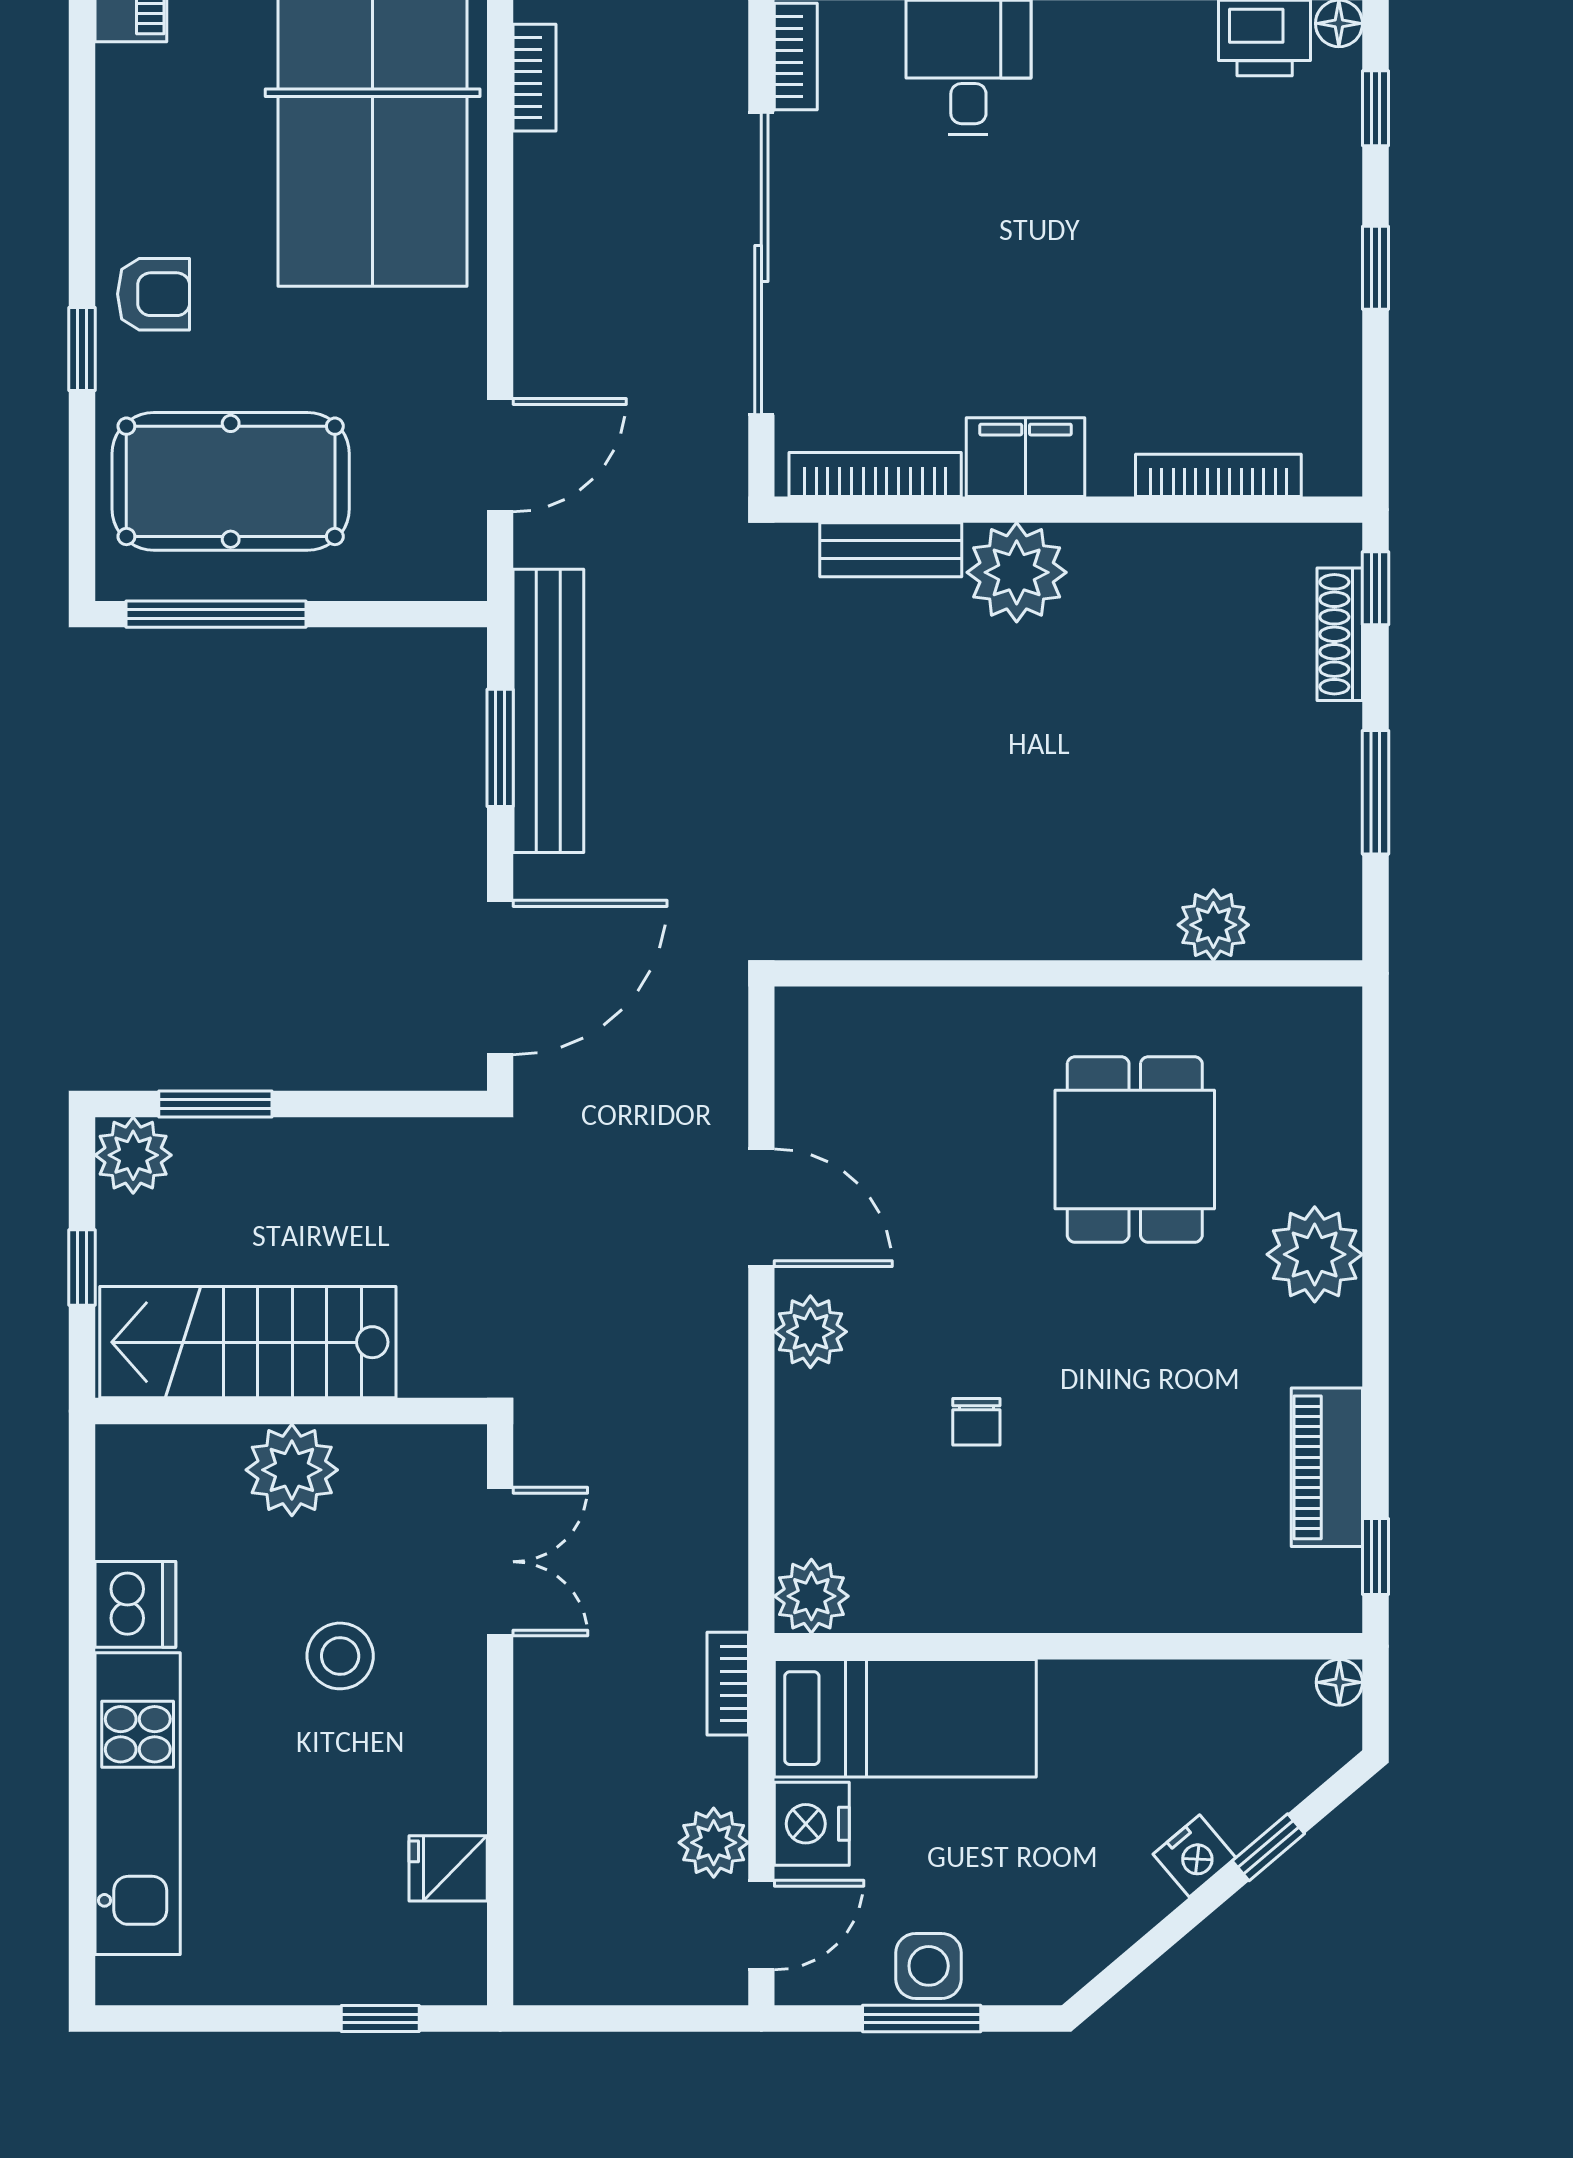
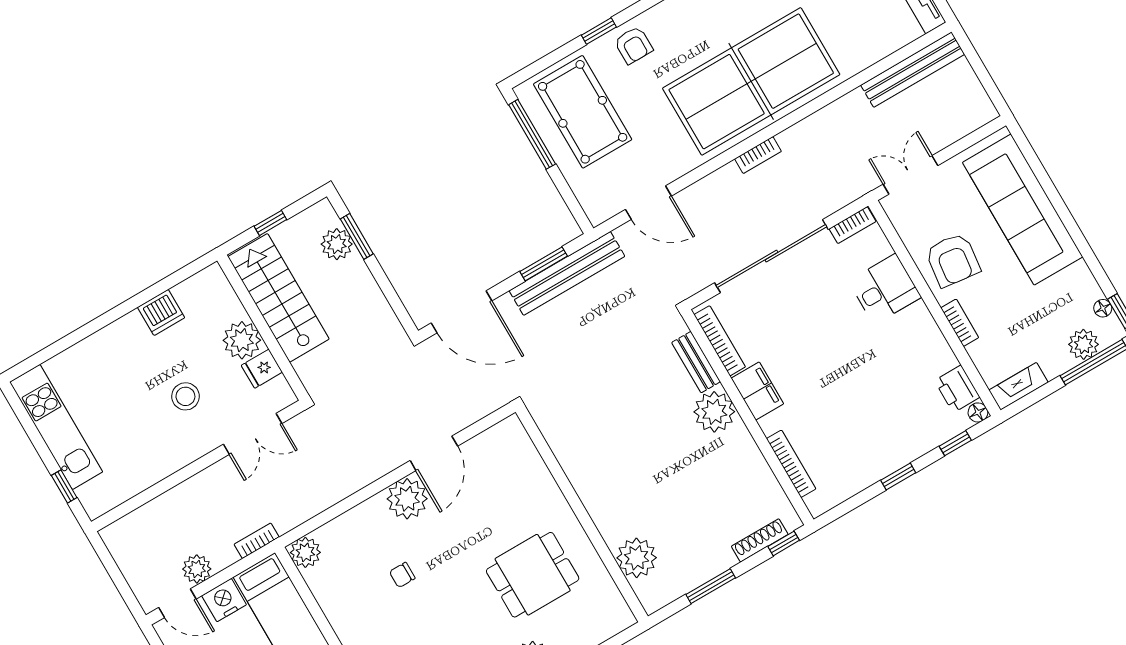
bookcase: (535, 78) -> (758, 155), moved
plant: (1213, 925) -> (637, 558), width x1.36, depth x1.36
plant: (133, 1155) -> (337, 244), moved
plant: (810, 1332) -> (407, 499), width x1.36, depth x1.36
kitchen unit: (138, 1804) -> (56, 427), moved, turned -90
fridge: (448, 1868) -> (262, 369), moved, turned -90

